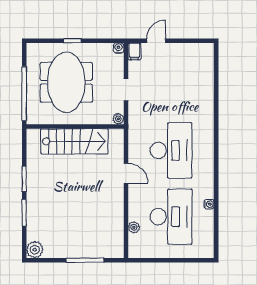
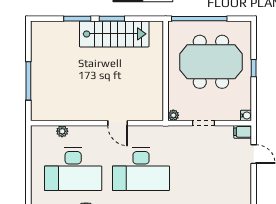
stairs: (74, 141) -> (114, 34), moved, turned -90
door: (126, 173) -> (118, 123), hinge flipped
plant: (35, 250) -> (39, 30), removed

